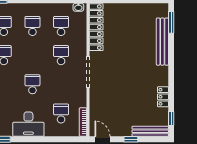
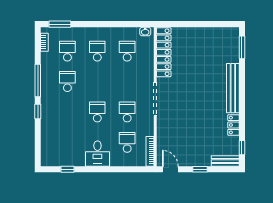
bench: (162, 42) -> (233, 88), moved
school desk: (61, 55) -> (127, 112), moved
desk: (28, 124) -> (97, 154), width x0.73
bench: (150, 131) -> (225, 161), width x0.73

